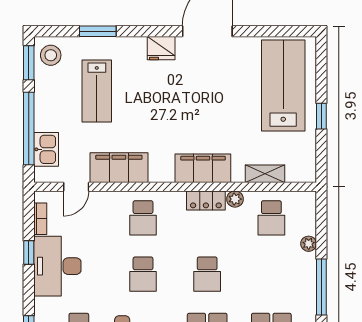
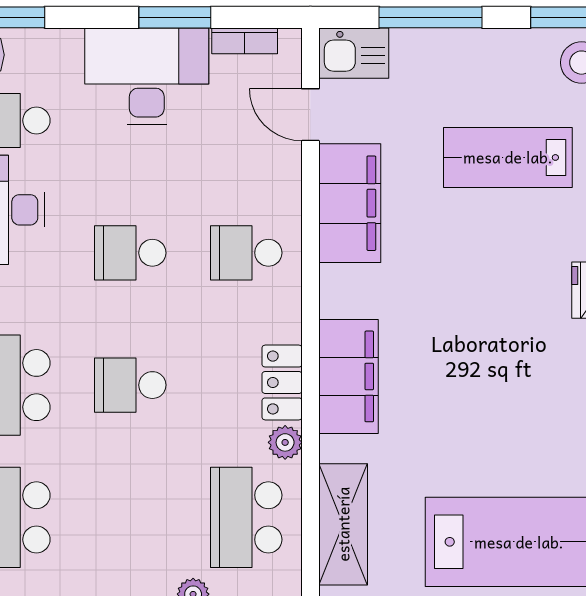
window: (29, 128) -> (431, 17), width x0.68
kitchen sink: (46, 149) -> (354, 53), moved
shelving: (265, 174) -> (343, 524), width x1.50, depth x1.33
school desk: (271, 218) -> (246, 517), width x1.85
window: (29, 253) -> (175, 17), width x1.50

